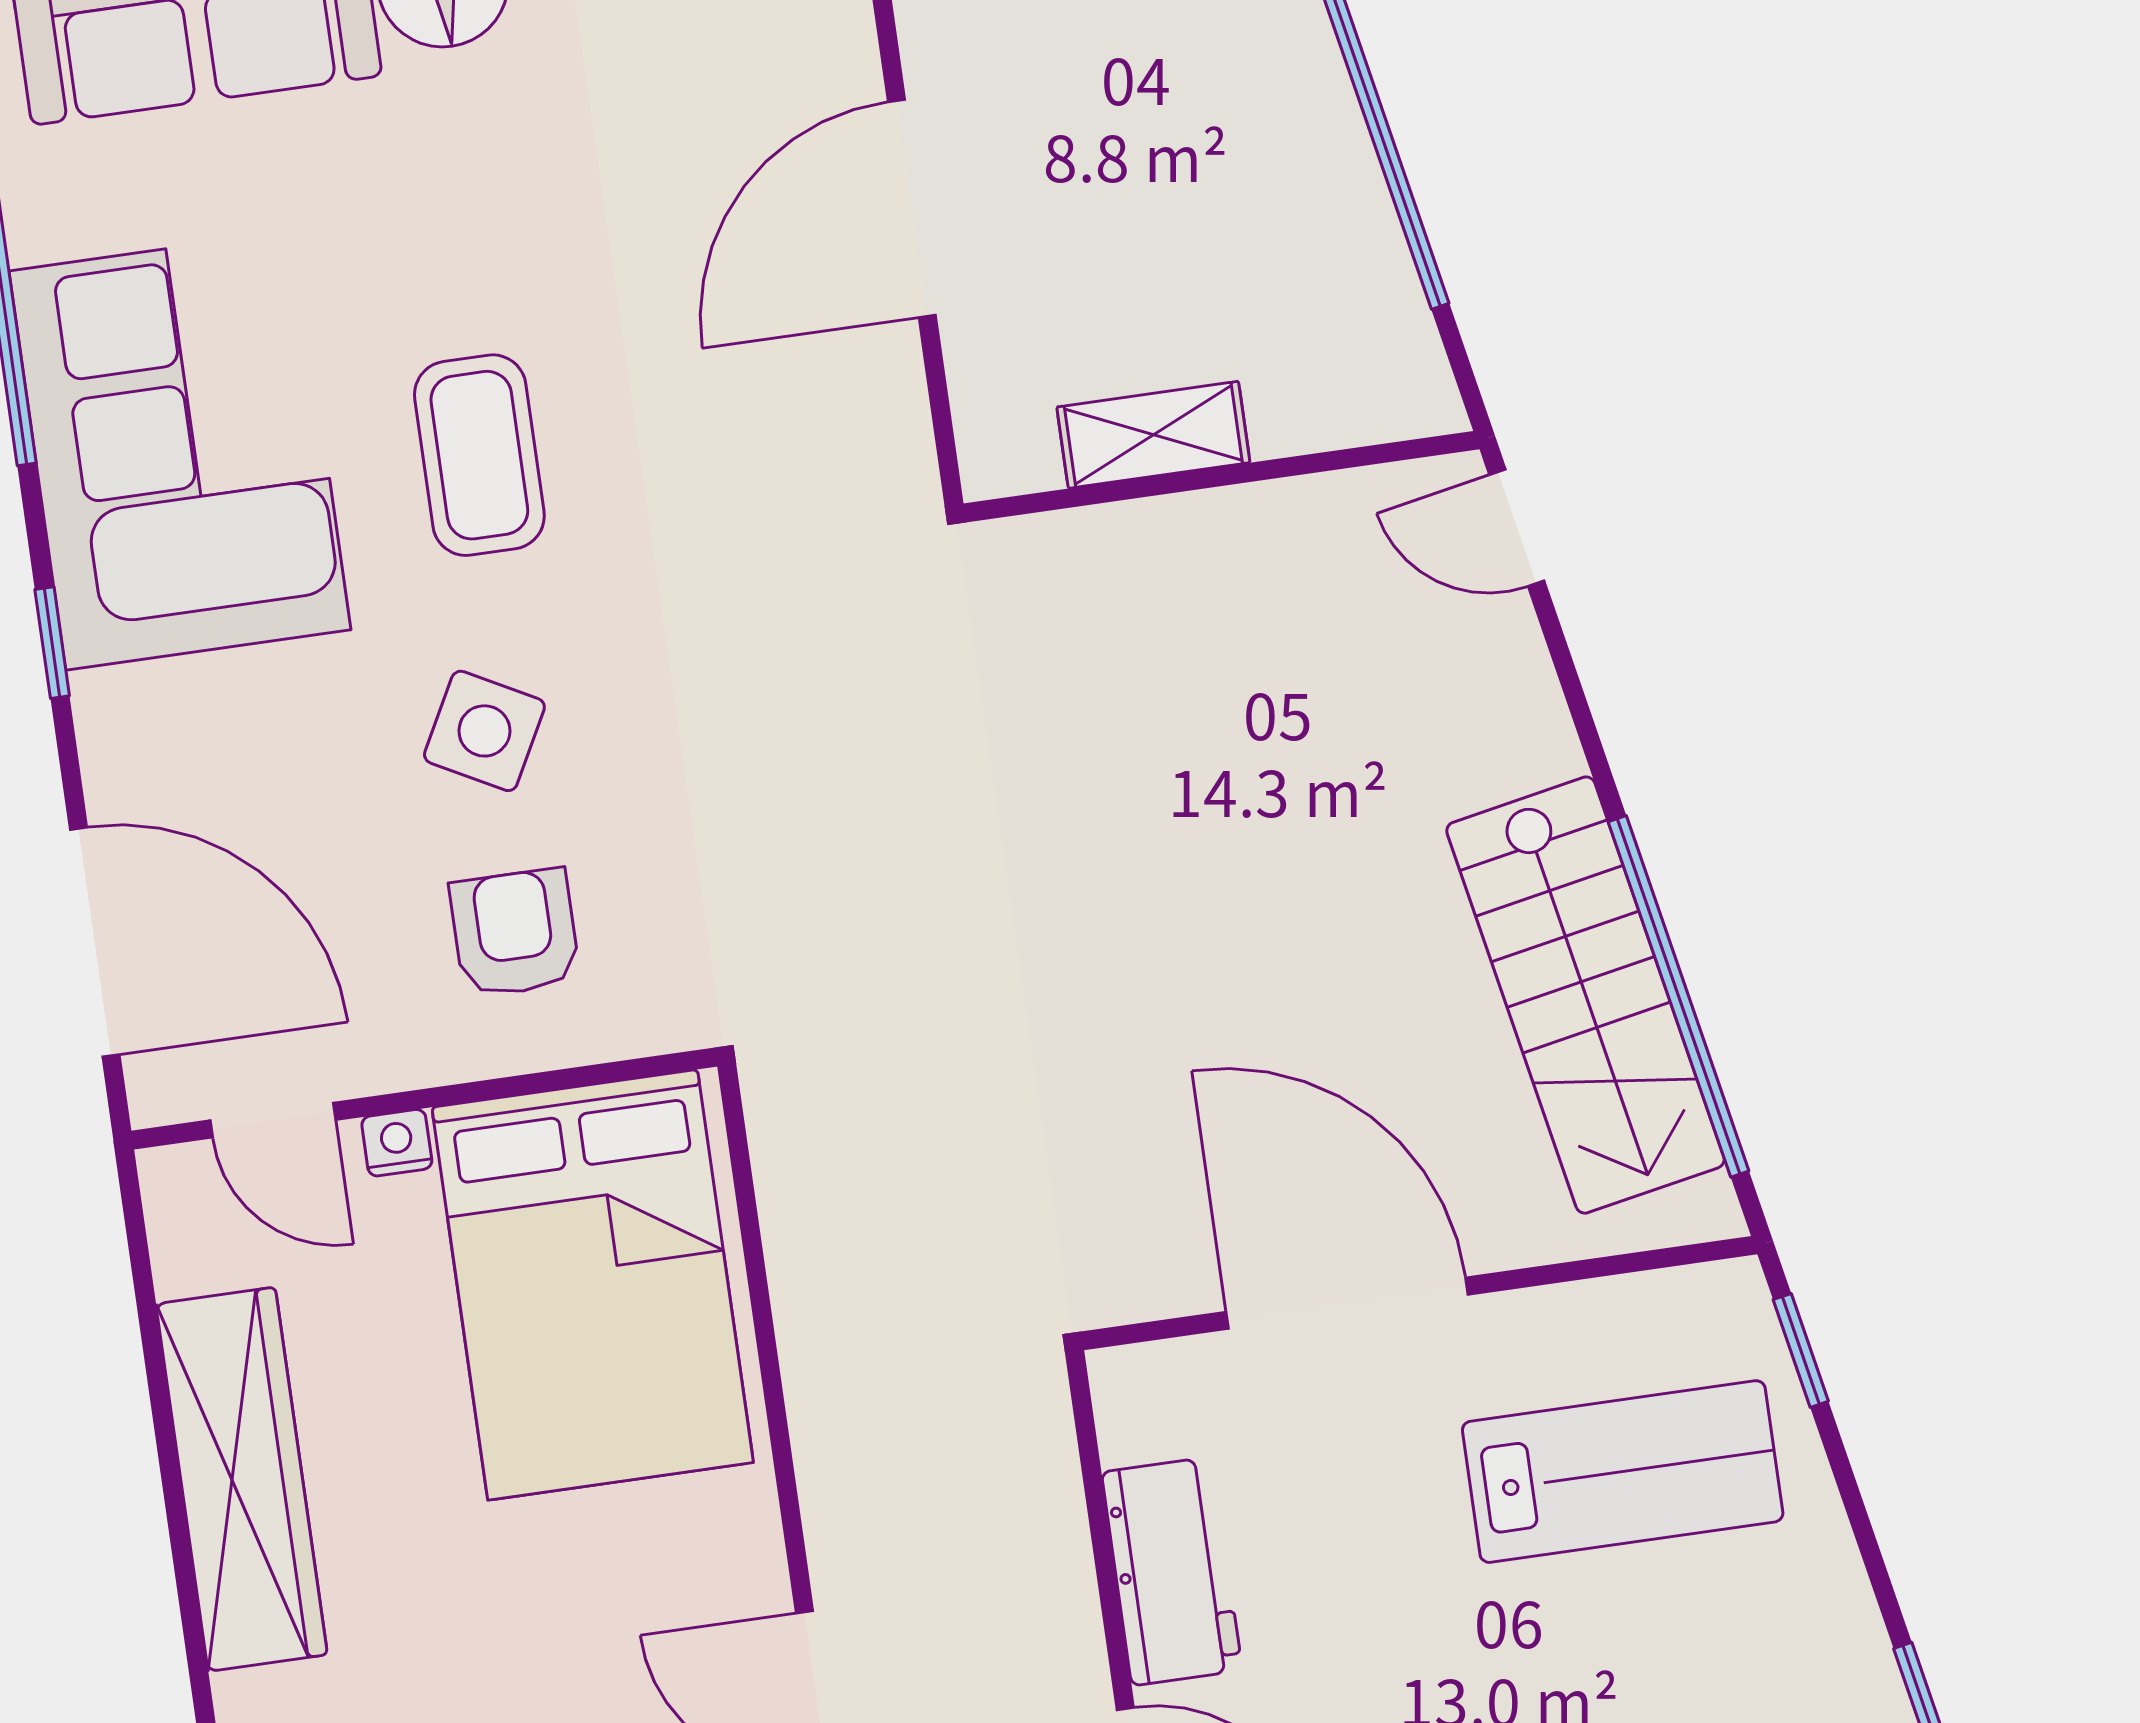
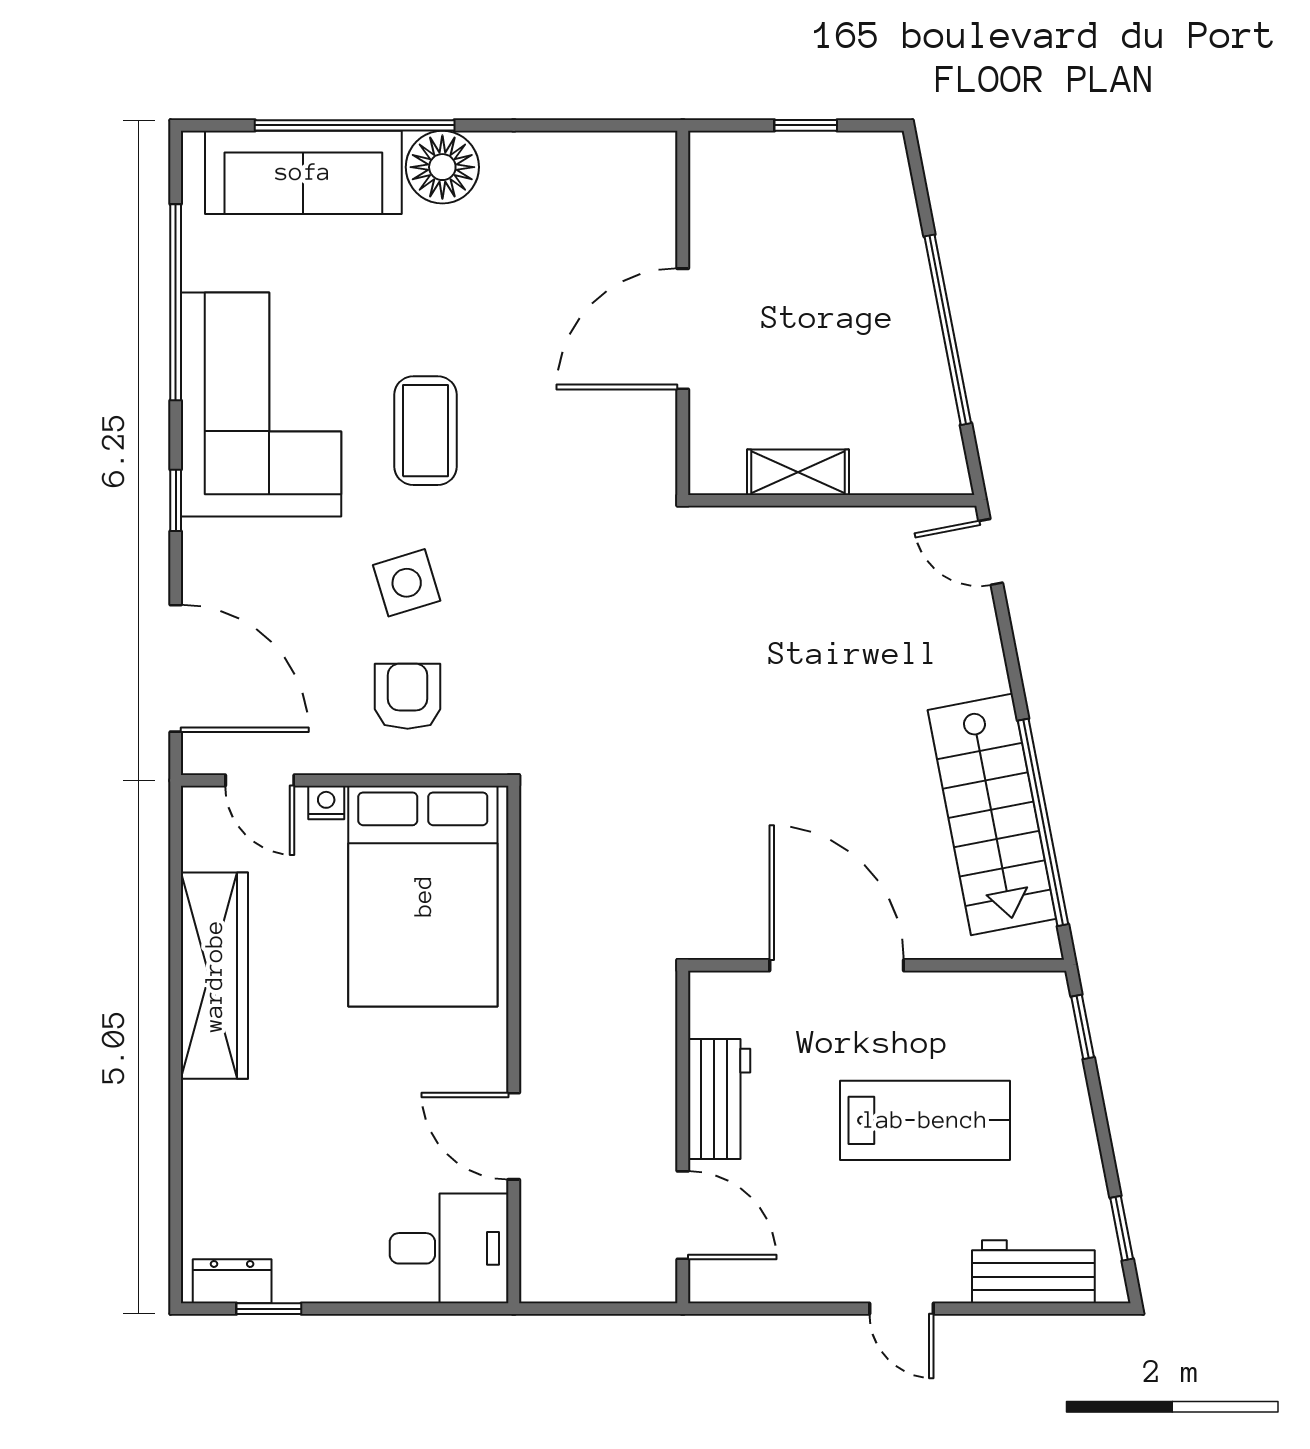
side table: (484, 731) -> (407, 583), turned 45
lab bench: (1623, 1472) -> (925, 1120), moved

